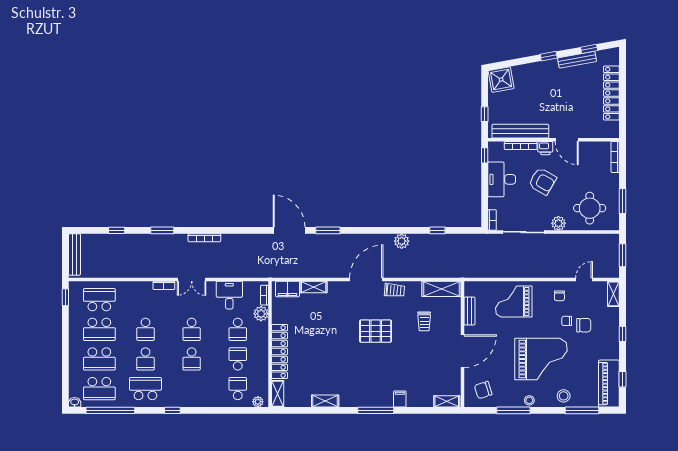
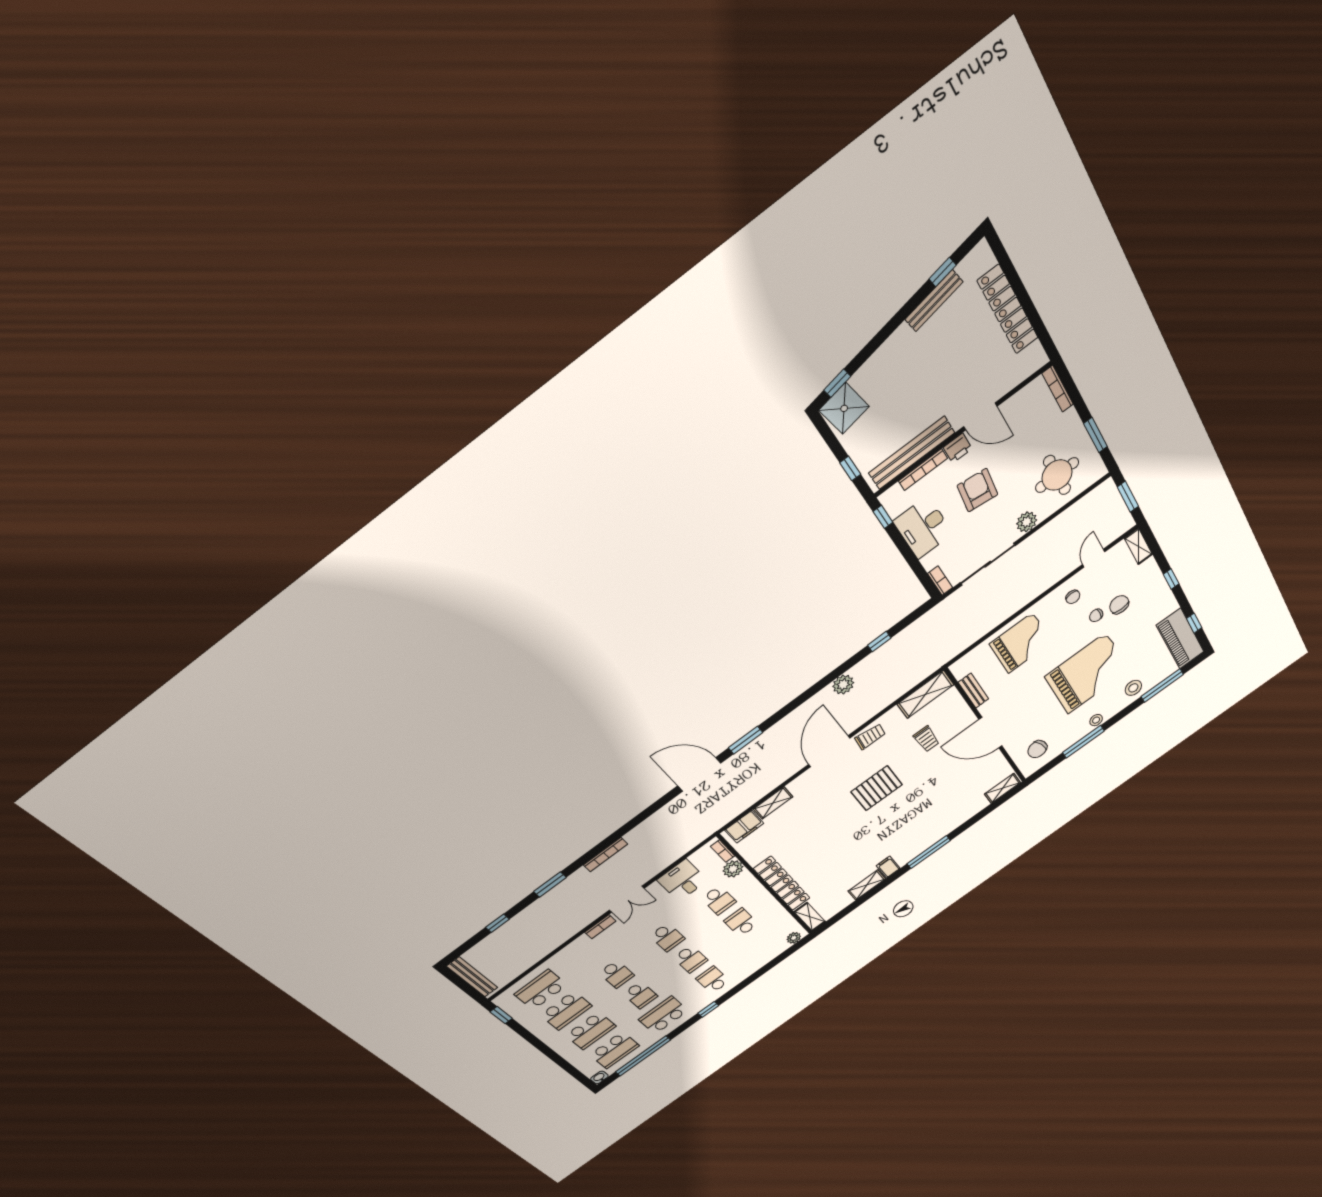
window: (549, 56) -> (837, 383), moved
armchair: (542, 181) -> (977, 490), turned -113
grand piano: (514, 302) -> (1021, 643), turned 180
chair: (584, 325) -> (1119, 605), turned -90
door: (463, 351) -> (990, 733), swing flipped
school desk: (238, 389) -> (713, 980), moved
filing cabinet: (400, 399) -> (888, 867), moved

